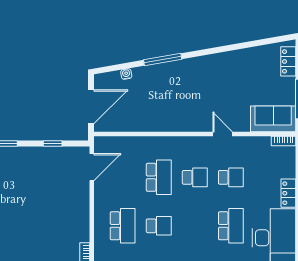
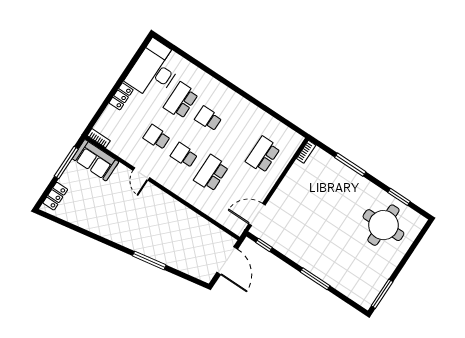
water cooler: (126, 74) -> (184, 268), removed
door: (91, 107) -> (227, 261), swing flipped
window: (53, 143) -> (264, 245), moved
school desk: (159, 226) -> (208, 119), moved

